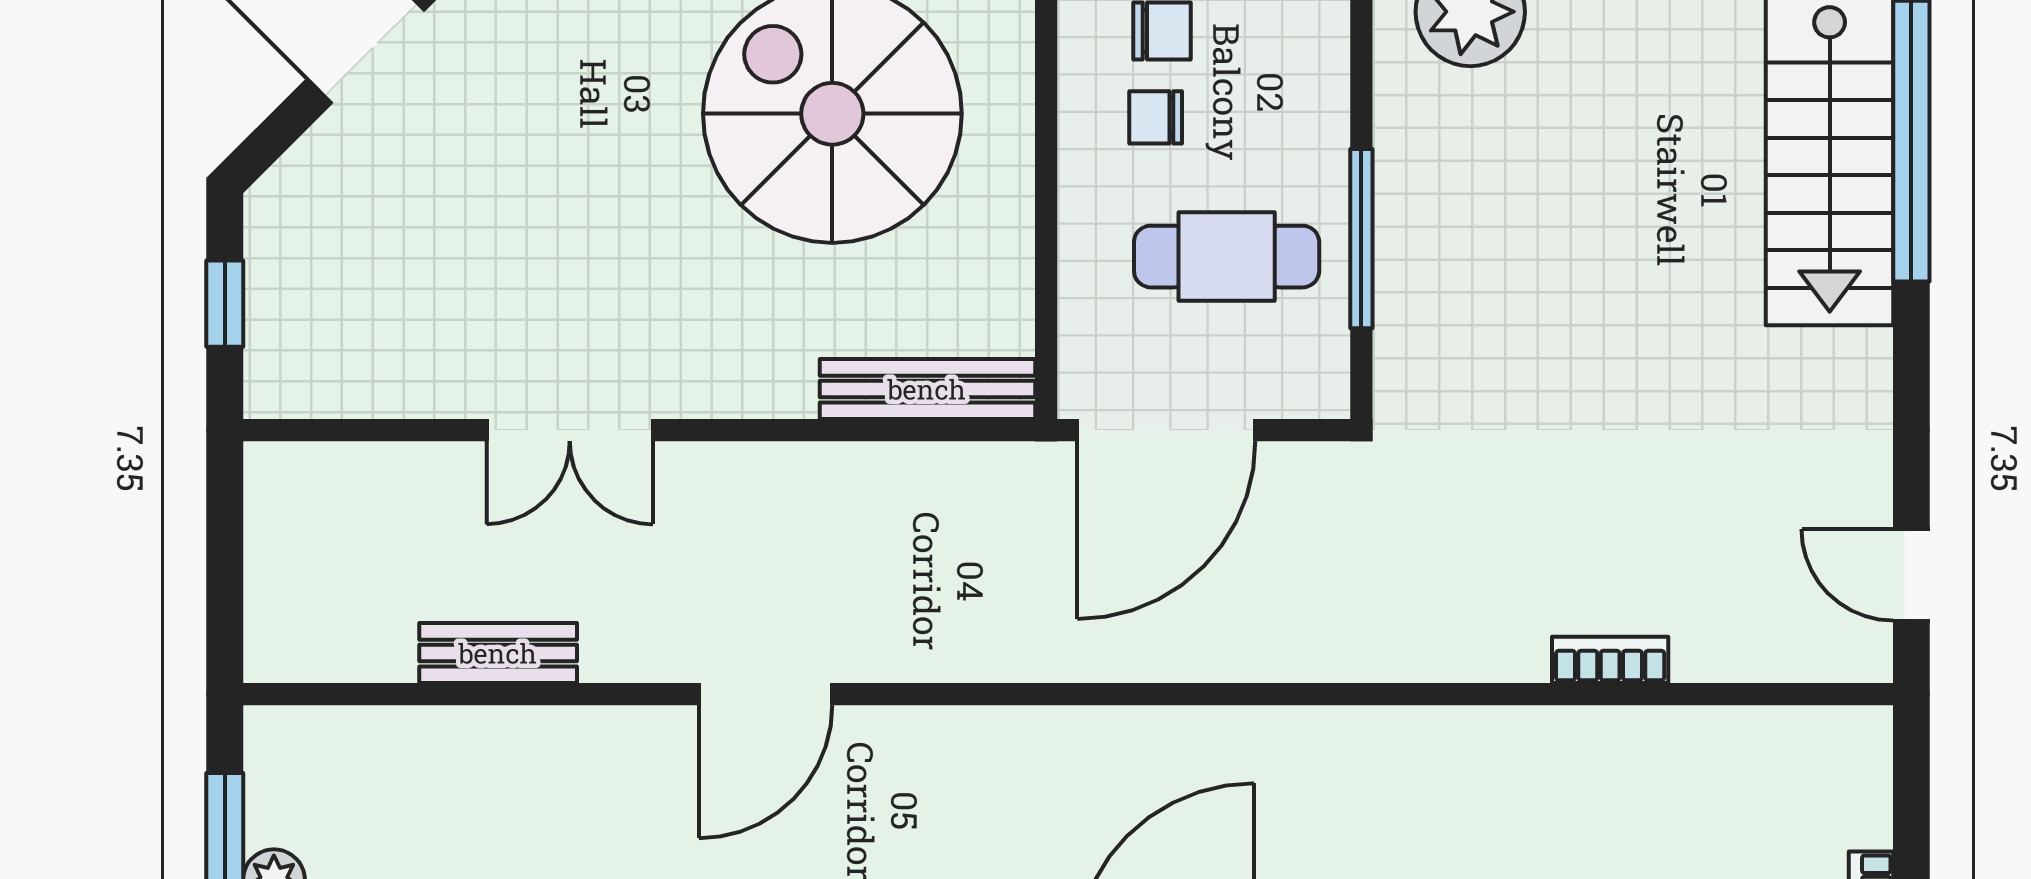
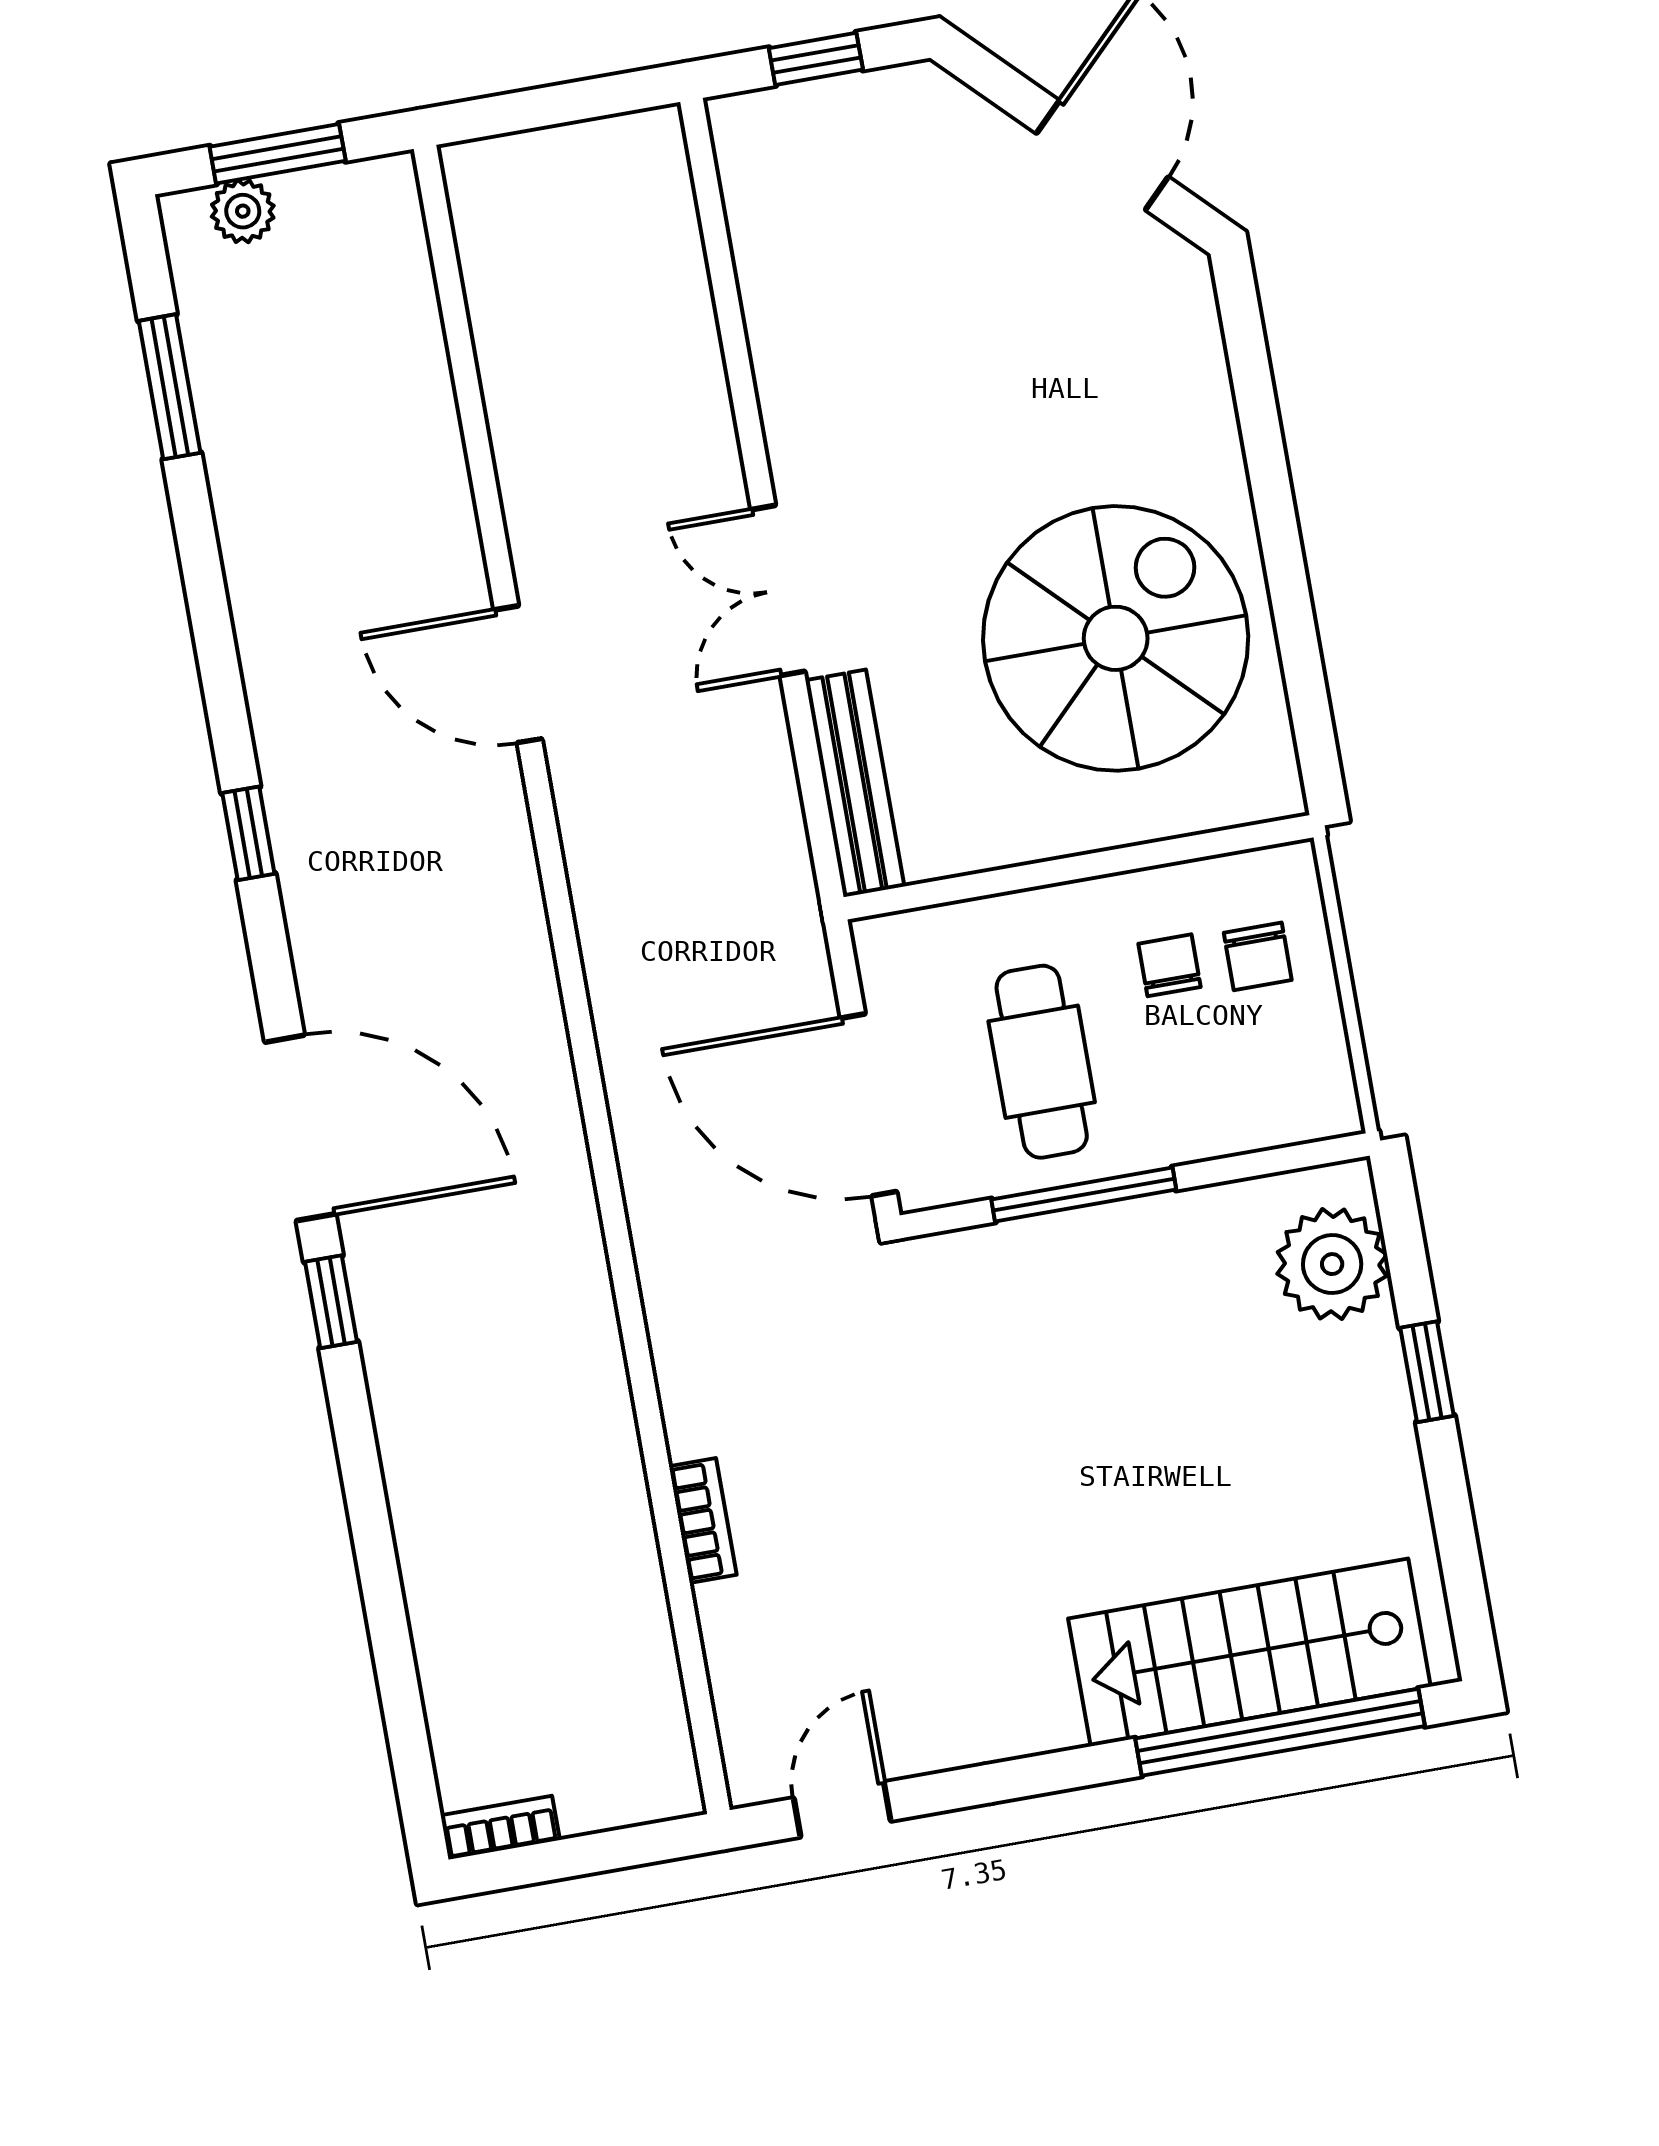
double door: (570, 430) -> (778, 590), moved
door: (1166, 430) -> (869, 1105), moved
bench: (498, 653) -> (512, 397), removed

